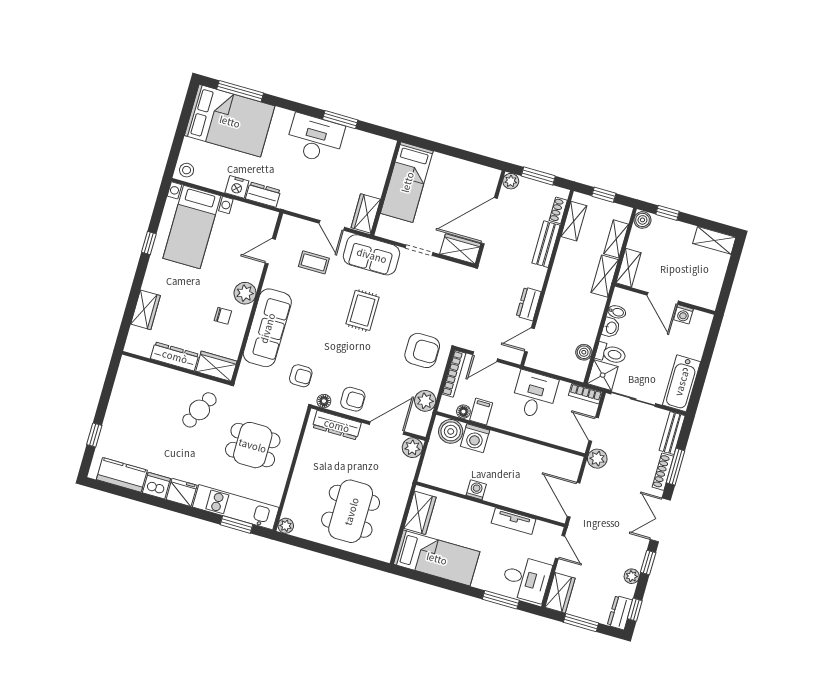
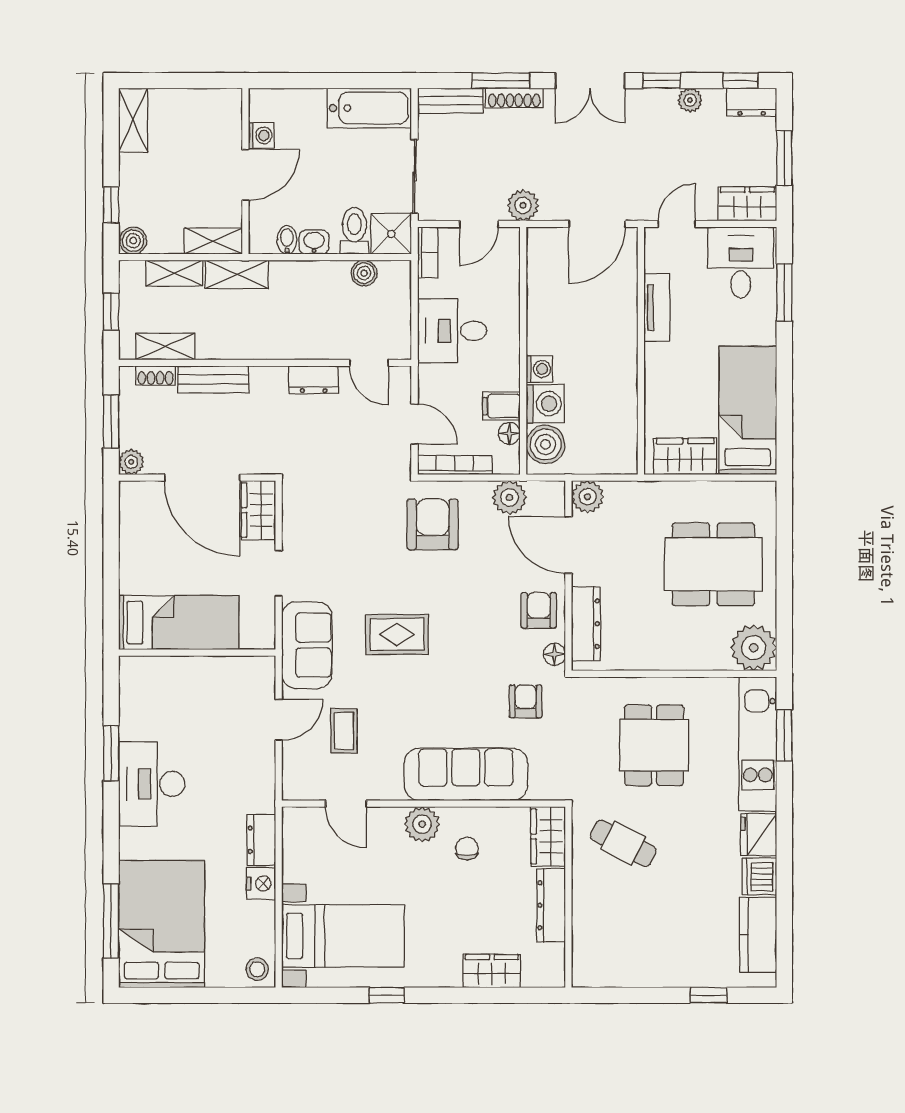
wardrobe: (366, 213) -> (245, 672), removed
washing machine: (476, 490) -> (539, 369), moved, turned 180
plant: (286, 526) -> (754, 648), width x1.88, depth x1.88

